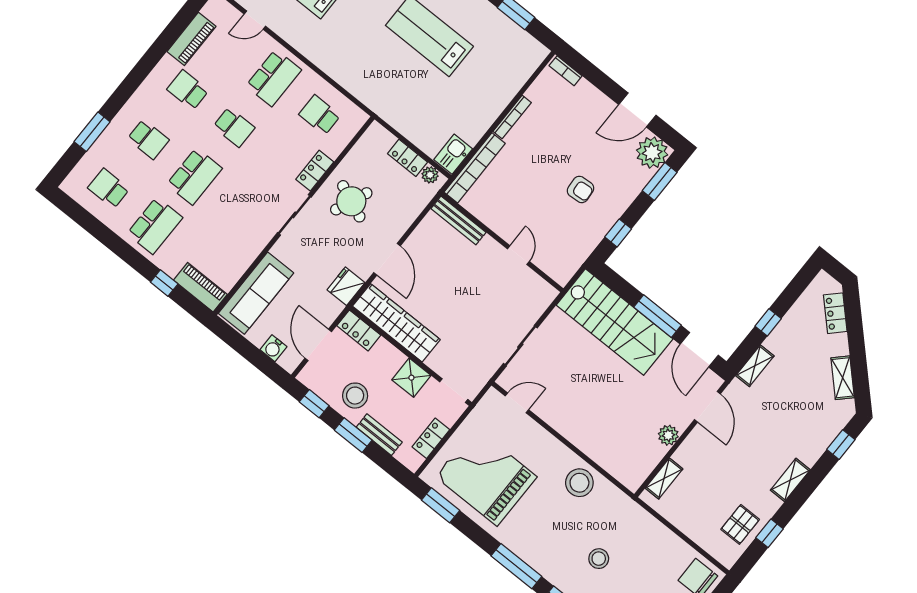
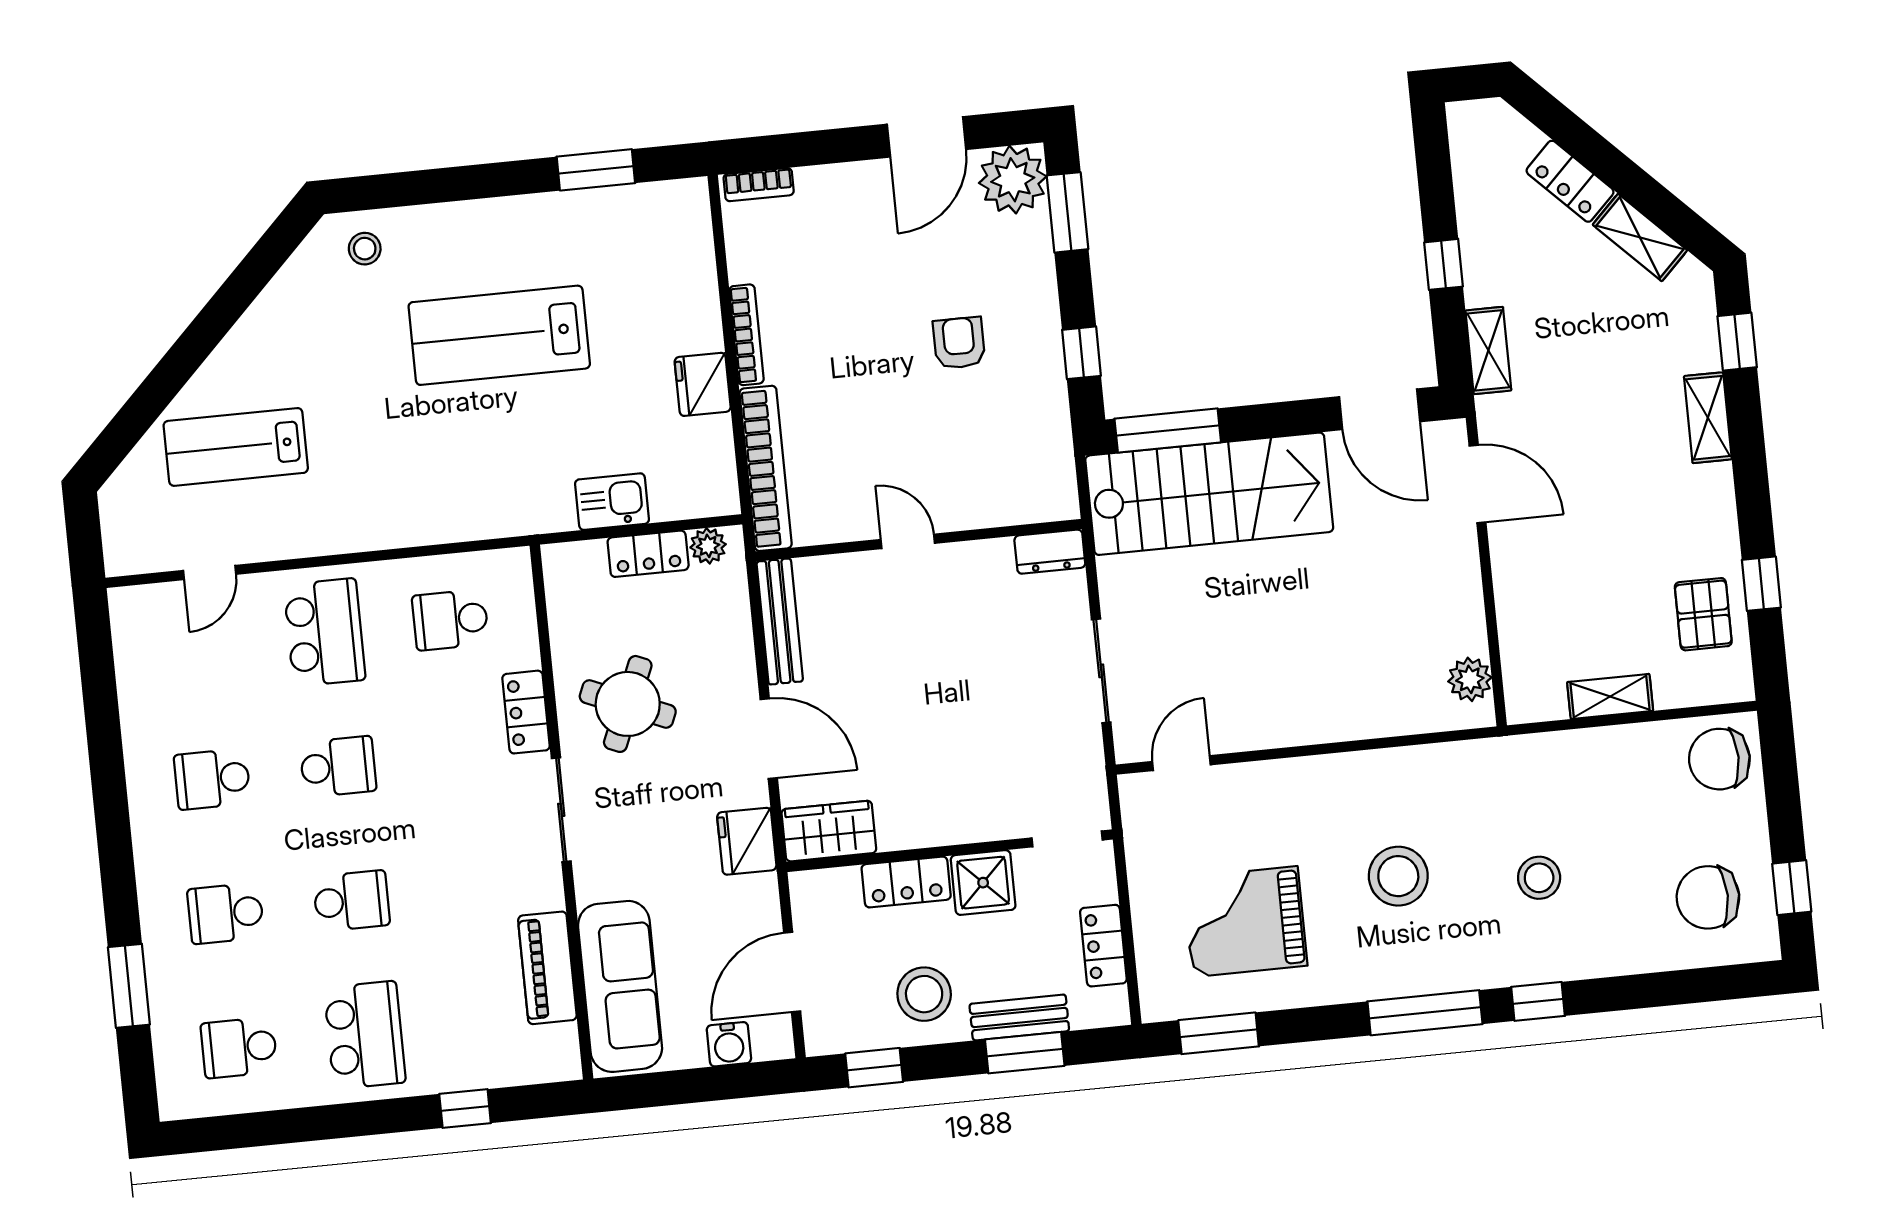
piano: (191, 39) -> (141, 696), removed
fridge: (481, 119) -> (703, 384), added
school desk: (148, 139) -> (226, 913), turned 180
kitchen sink: (453, 154) -> (612, 502), moved, turned 90
school desk: (194, 176) -> (351, 901), width x0.54
armchair: (581, 189) -> (959, 343), turned -86
bench: (458, 220) -> (780, 621), moved, turned 90
door: (518, 255) -> (908, 541), moved
piano: (200, 287) -> (547, 968), moved, turned -90
dresser: (542, 289) -> (1050, 552), added
locker: (835, 313) -> (1570, 181), moved
window: (657, 316) -> (1168, 430), moved
wardrobe: (396, 323) -> (829, 831), width x0.48, depth x0.85
locker: (359, 330) -> (906, 882), moved
door: (318, 345) -> (792, 972), hinge flipped
window: (353, 435) -> (1025, 1053), moved
plant: (668, 435) -> (1470, 679), moved
grand piano: (486, 477) -> (1245, 922), width x0.73, depth x0.68
shelving: (664, 479) -> (1610, 696), moved, turned 90
shelving: (790, 480) -> (1708, 418), moved
stool: (579, 483) -> (1398, 876), moved

